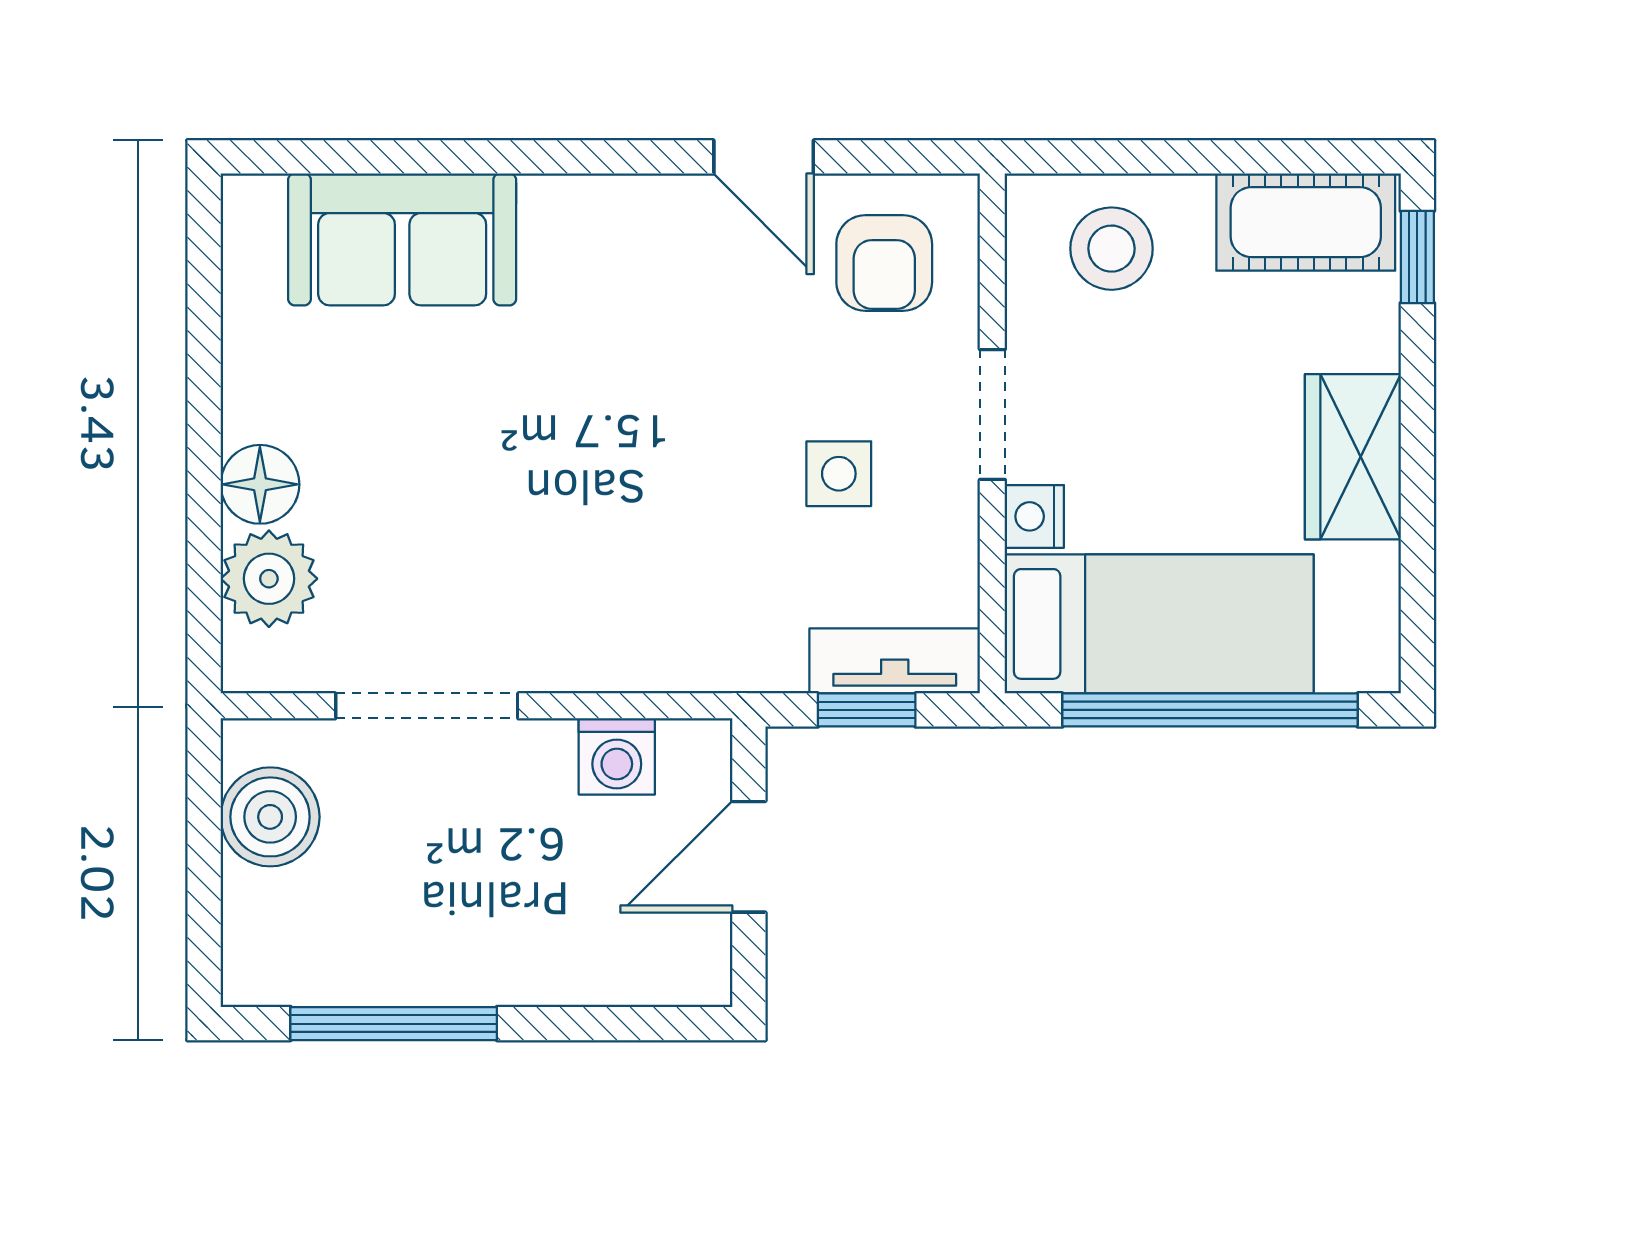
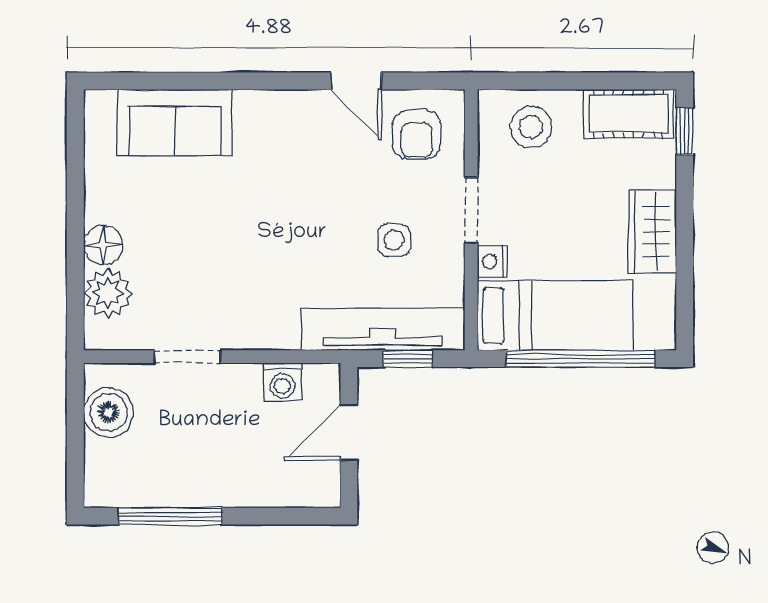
tv unit: (895, 661) -> (383, 329), width x1.92, depth x1.29
doorway: (427, 706) -> (187, 357), width x0.73

